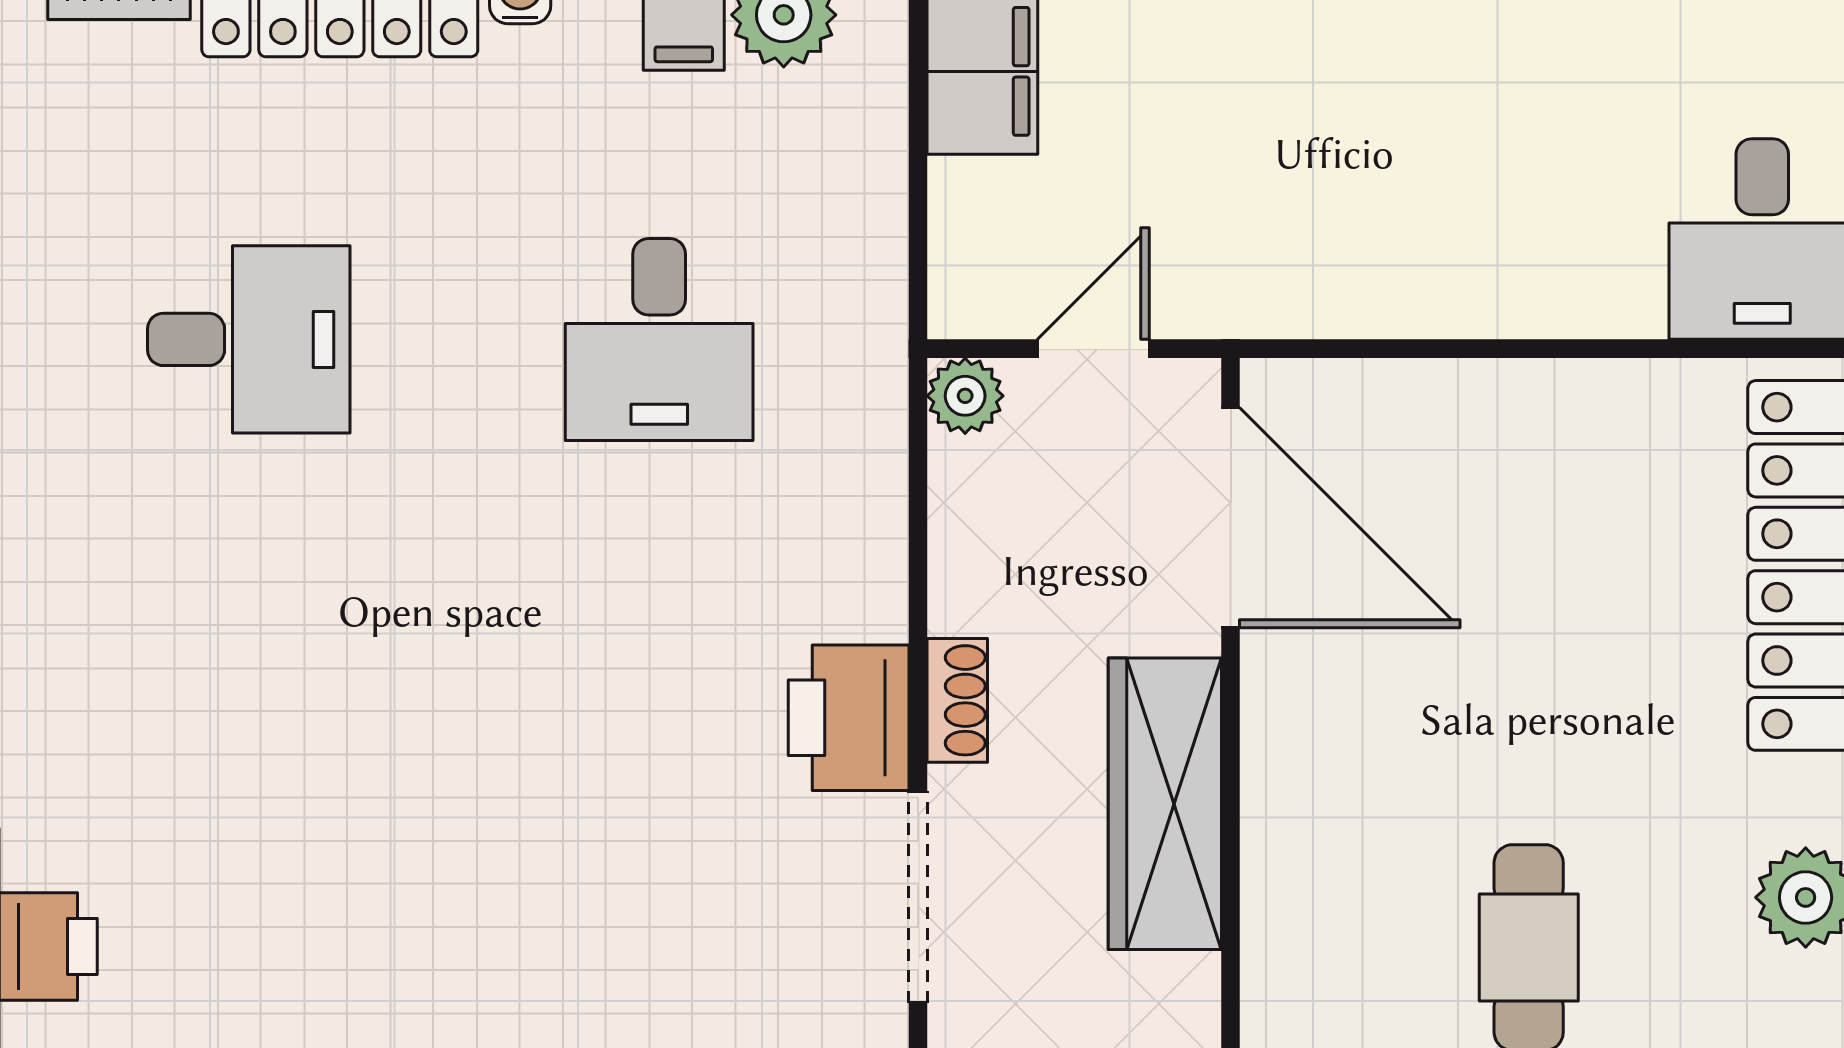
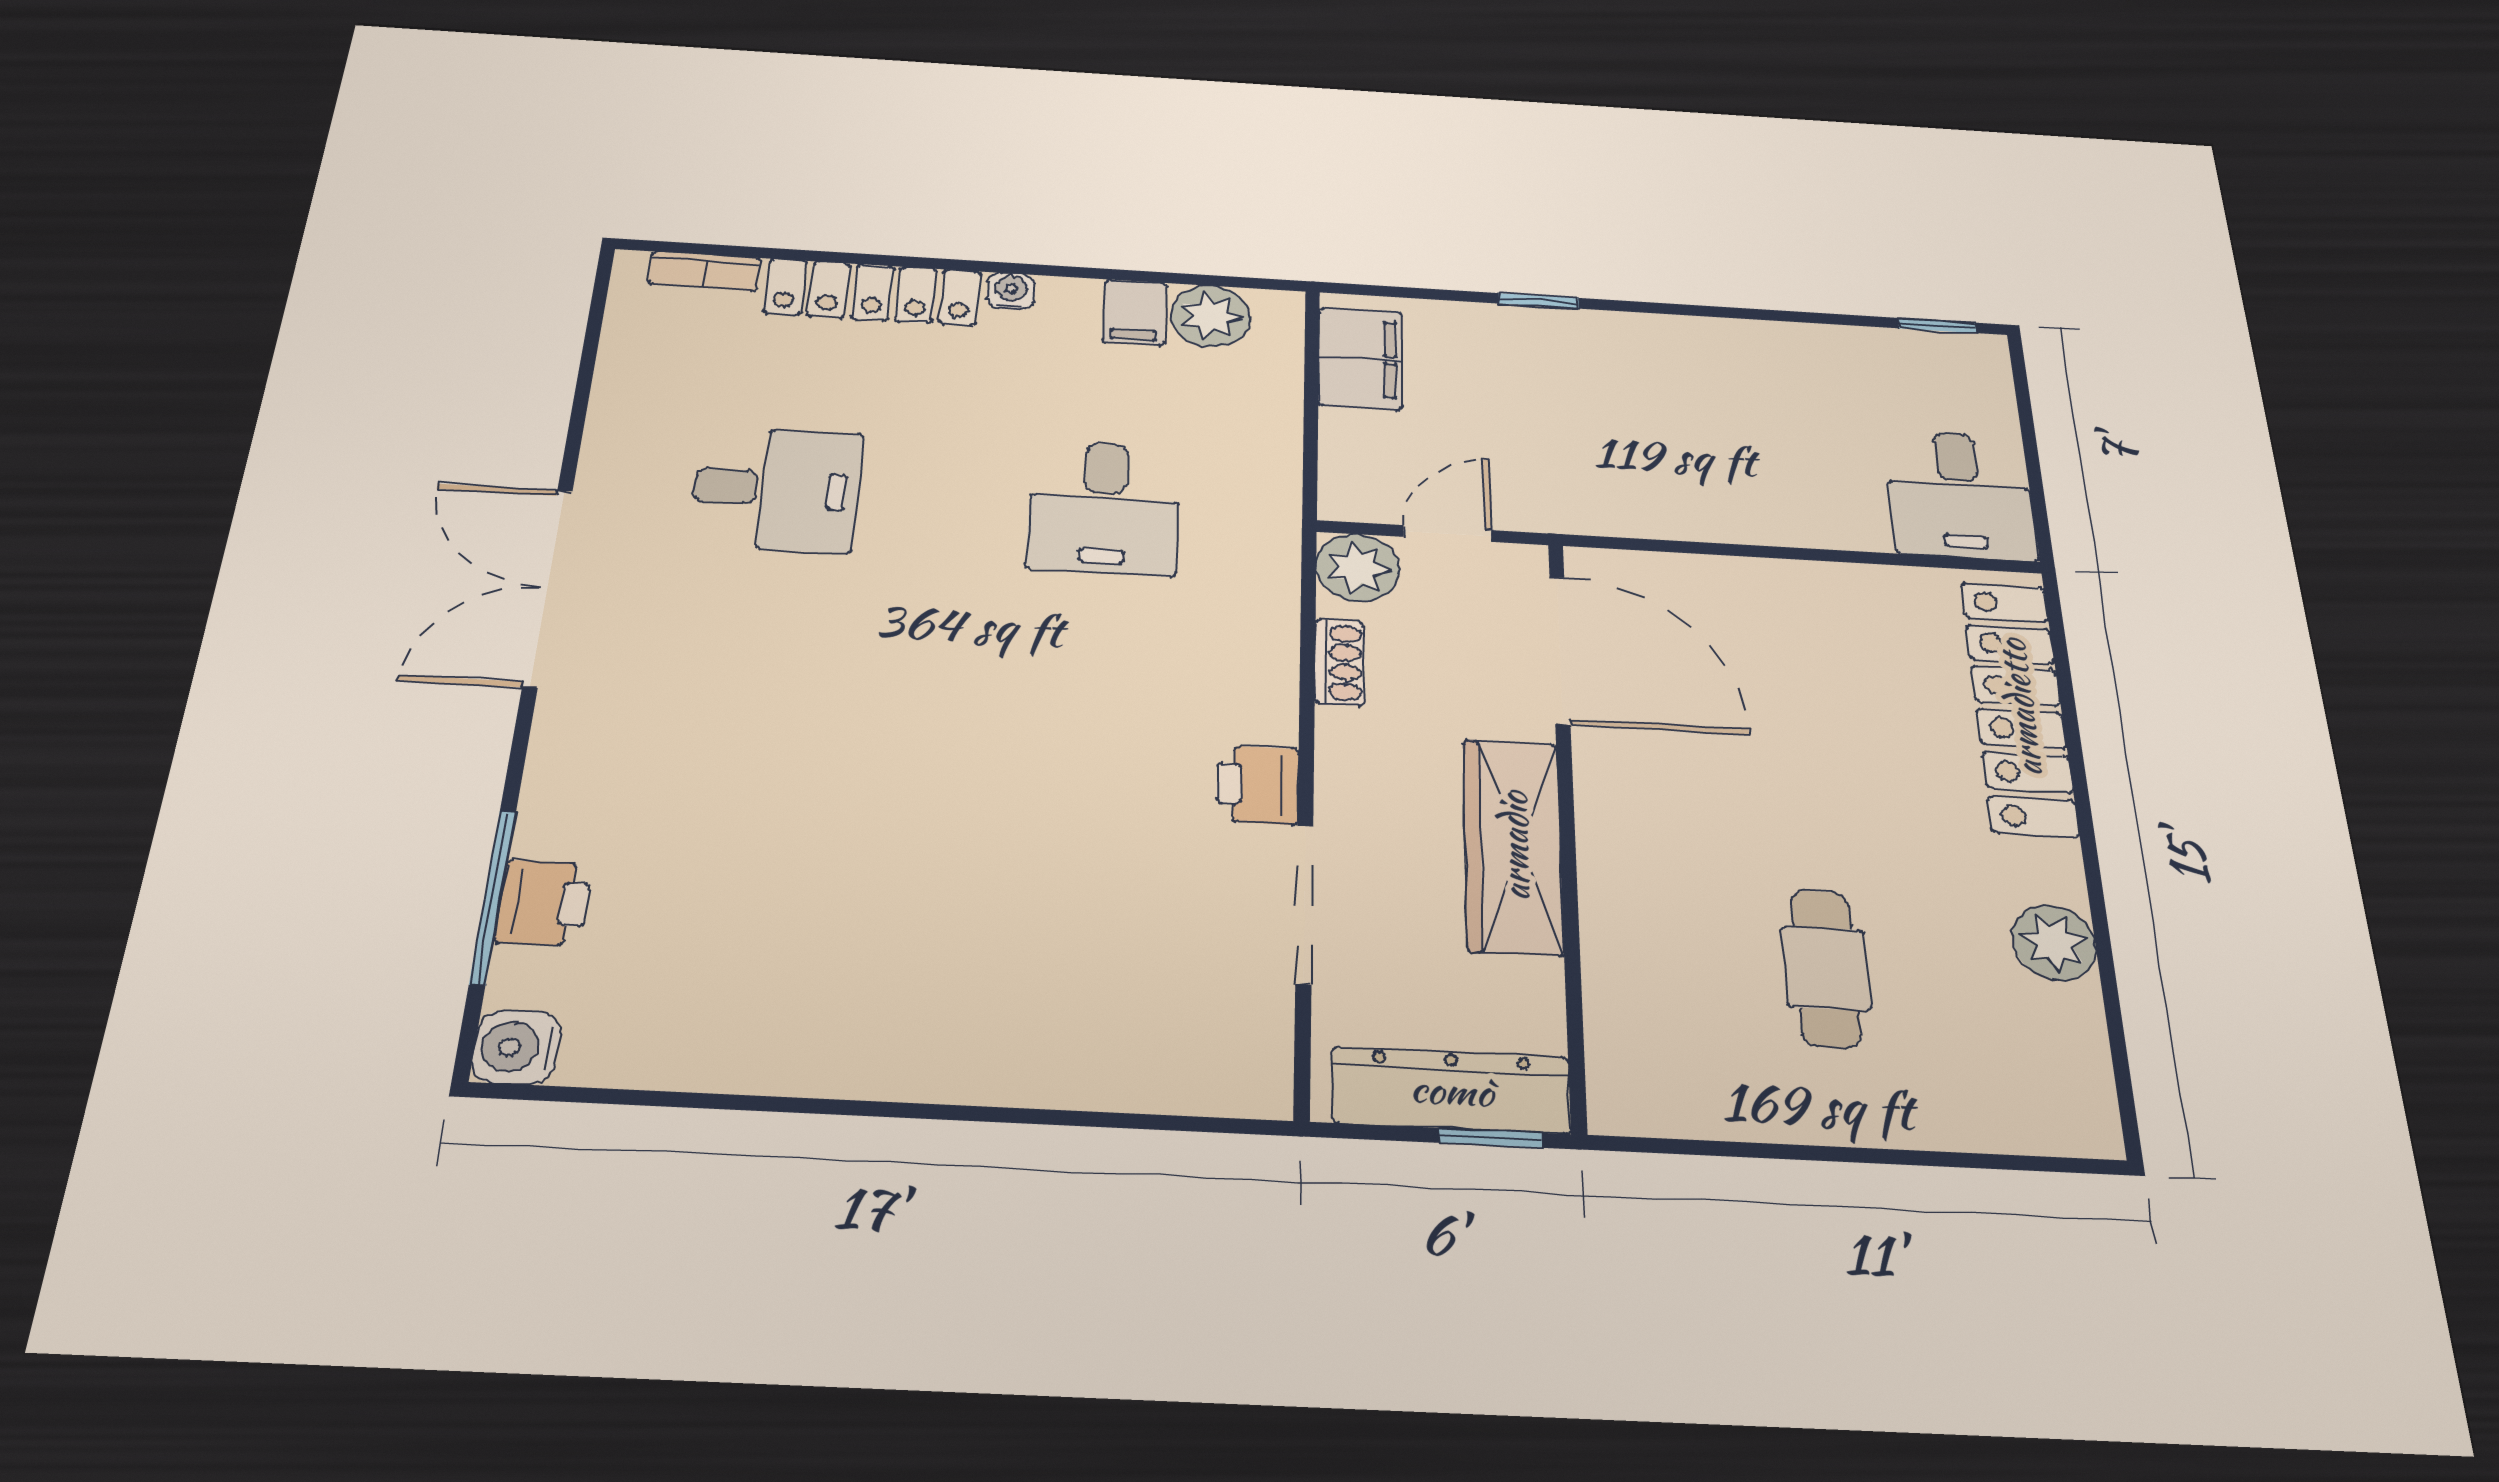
plant: (965, 396) -> (1358, 568), width x1.38, depth x1.38
shoe rack: (957, 700) -> (1340, 662), moved
printer: (849, 718) -> (1258, 785), width x0.73, depth x0.81

